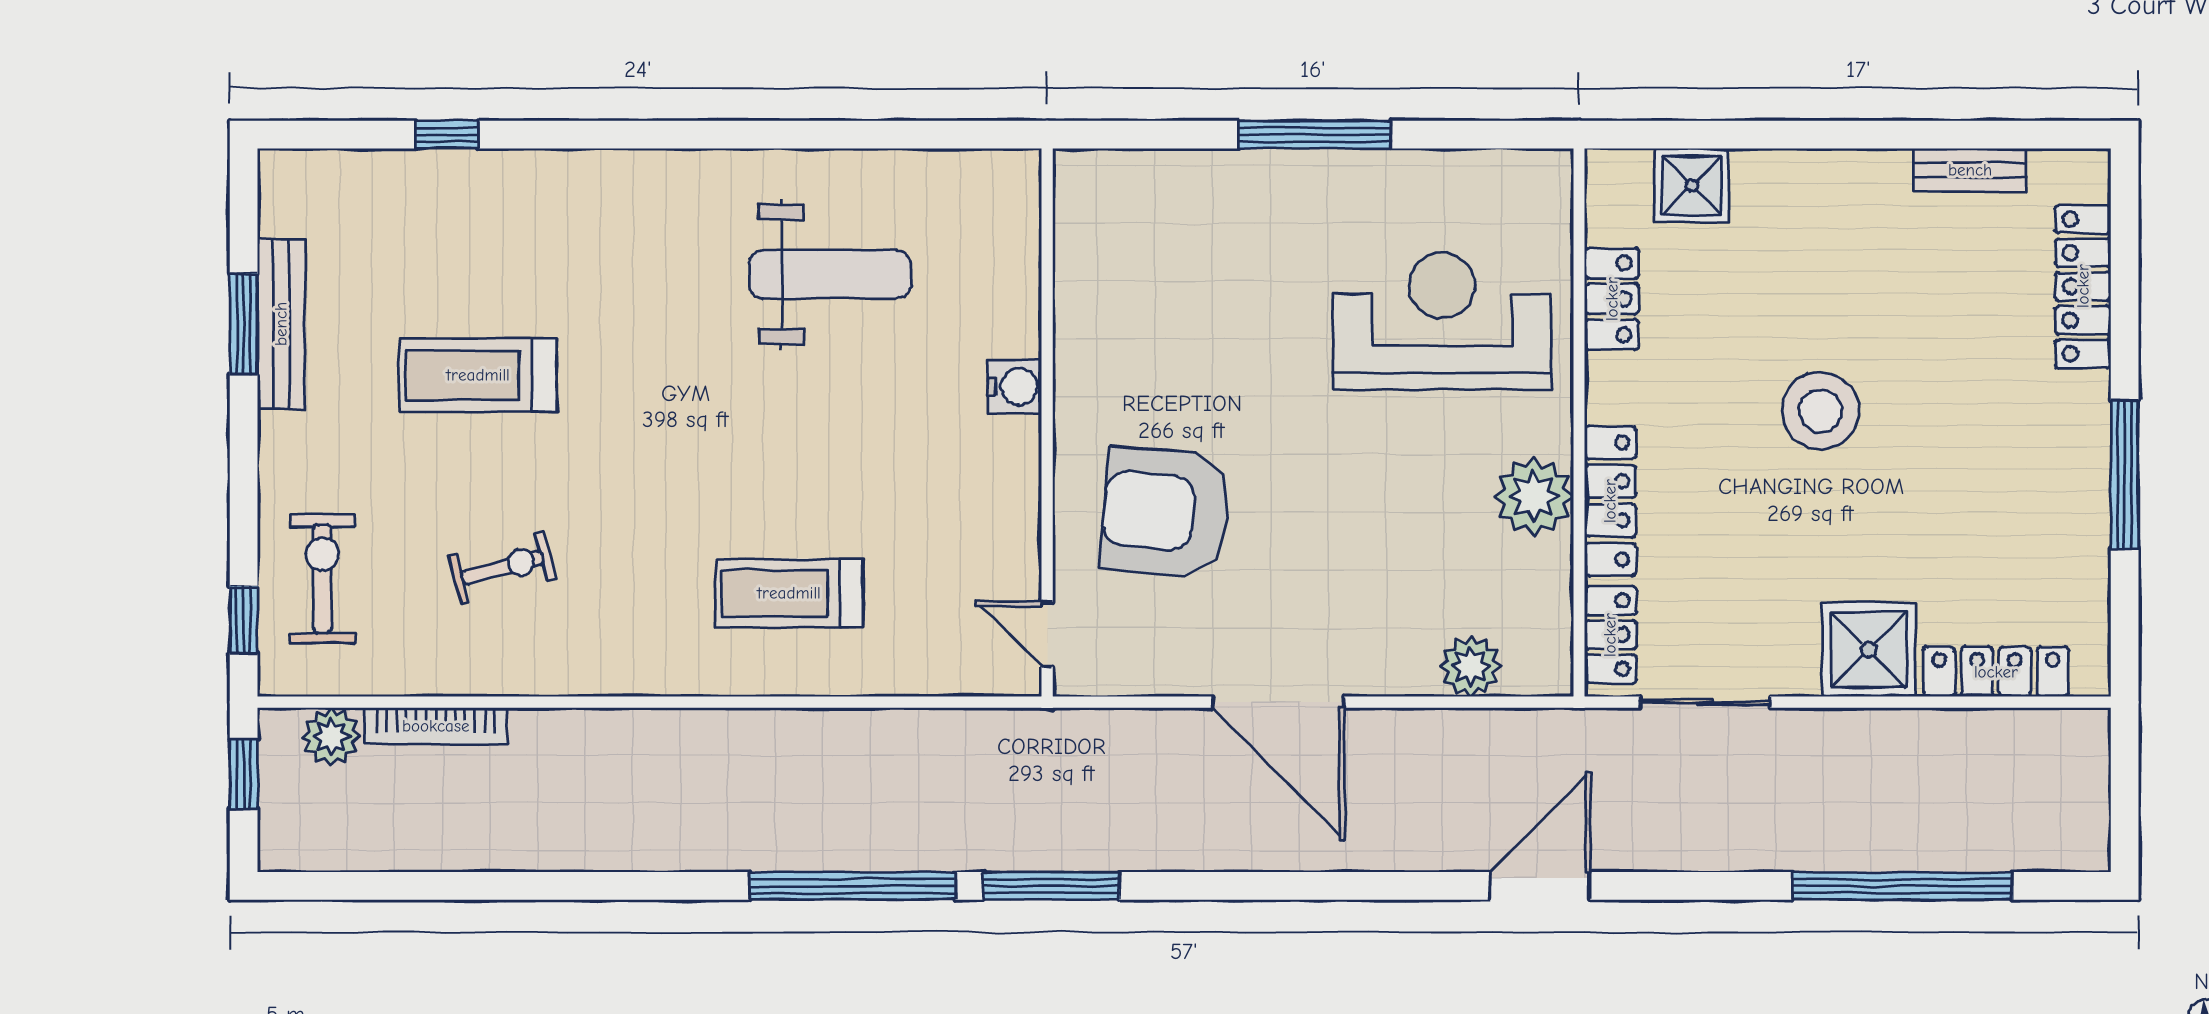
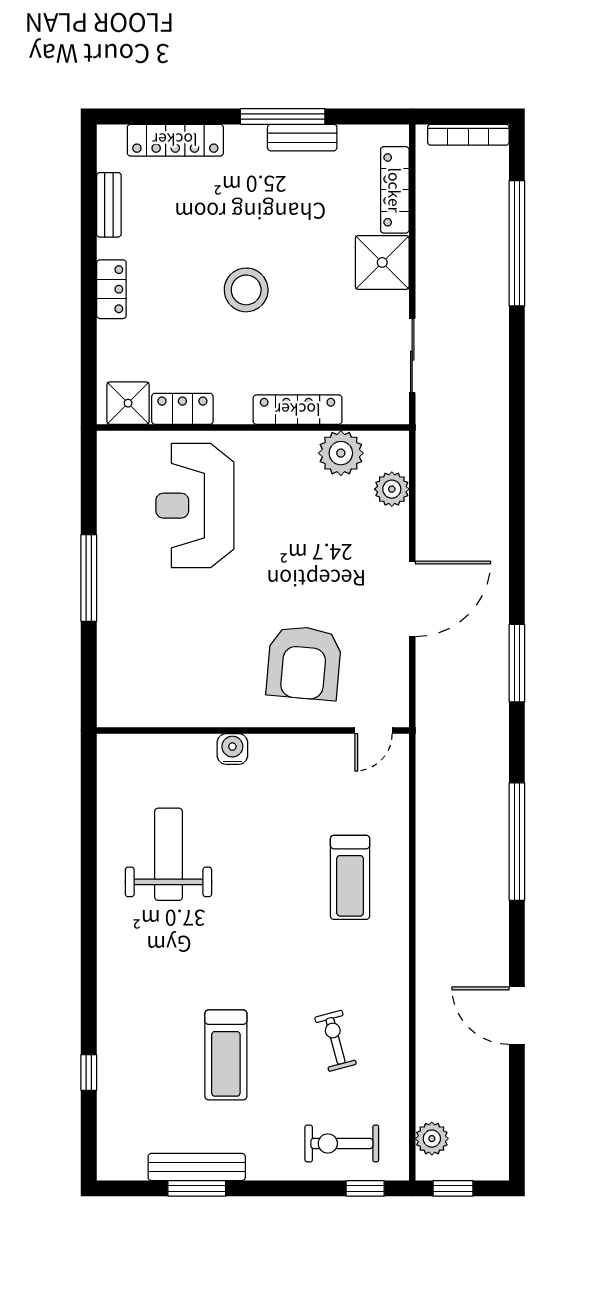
shower: (1692, 185) -> (128, 403), moved
plant: (1534, 496) -> (341, 453), moved
bench: (2088, 509) -> (302, 138), added
locker: (1610, 635) -> (111, 289), moved, turned 90
bookcase: (436, 726) -> (468, 135), moved, turned 90
window: (1051, 886) -> (517, 663), moved
door: (1540, 886) -> (517, 1016), moved

